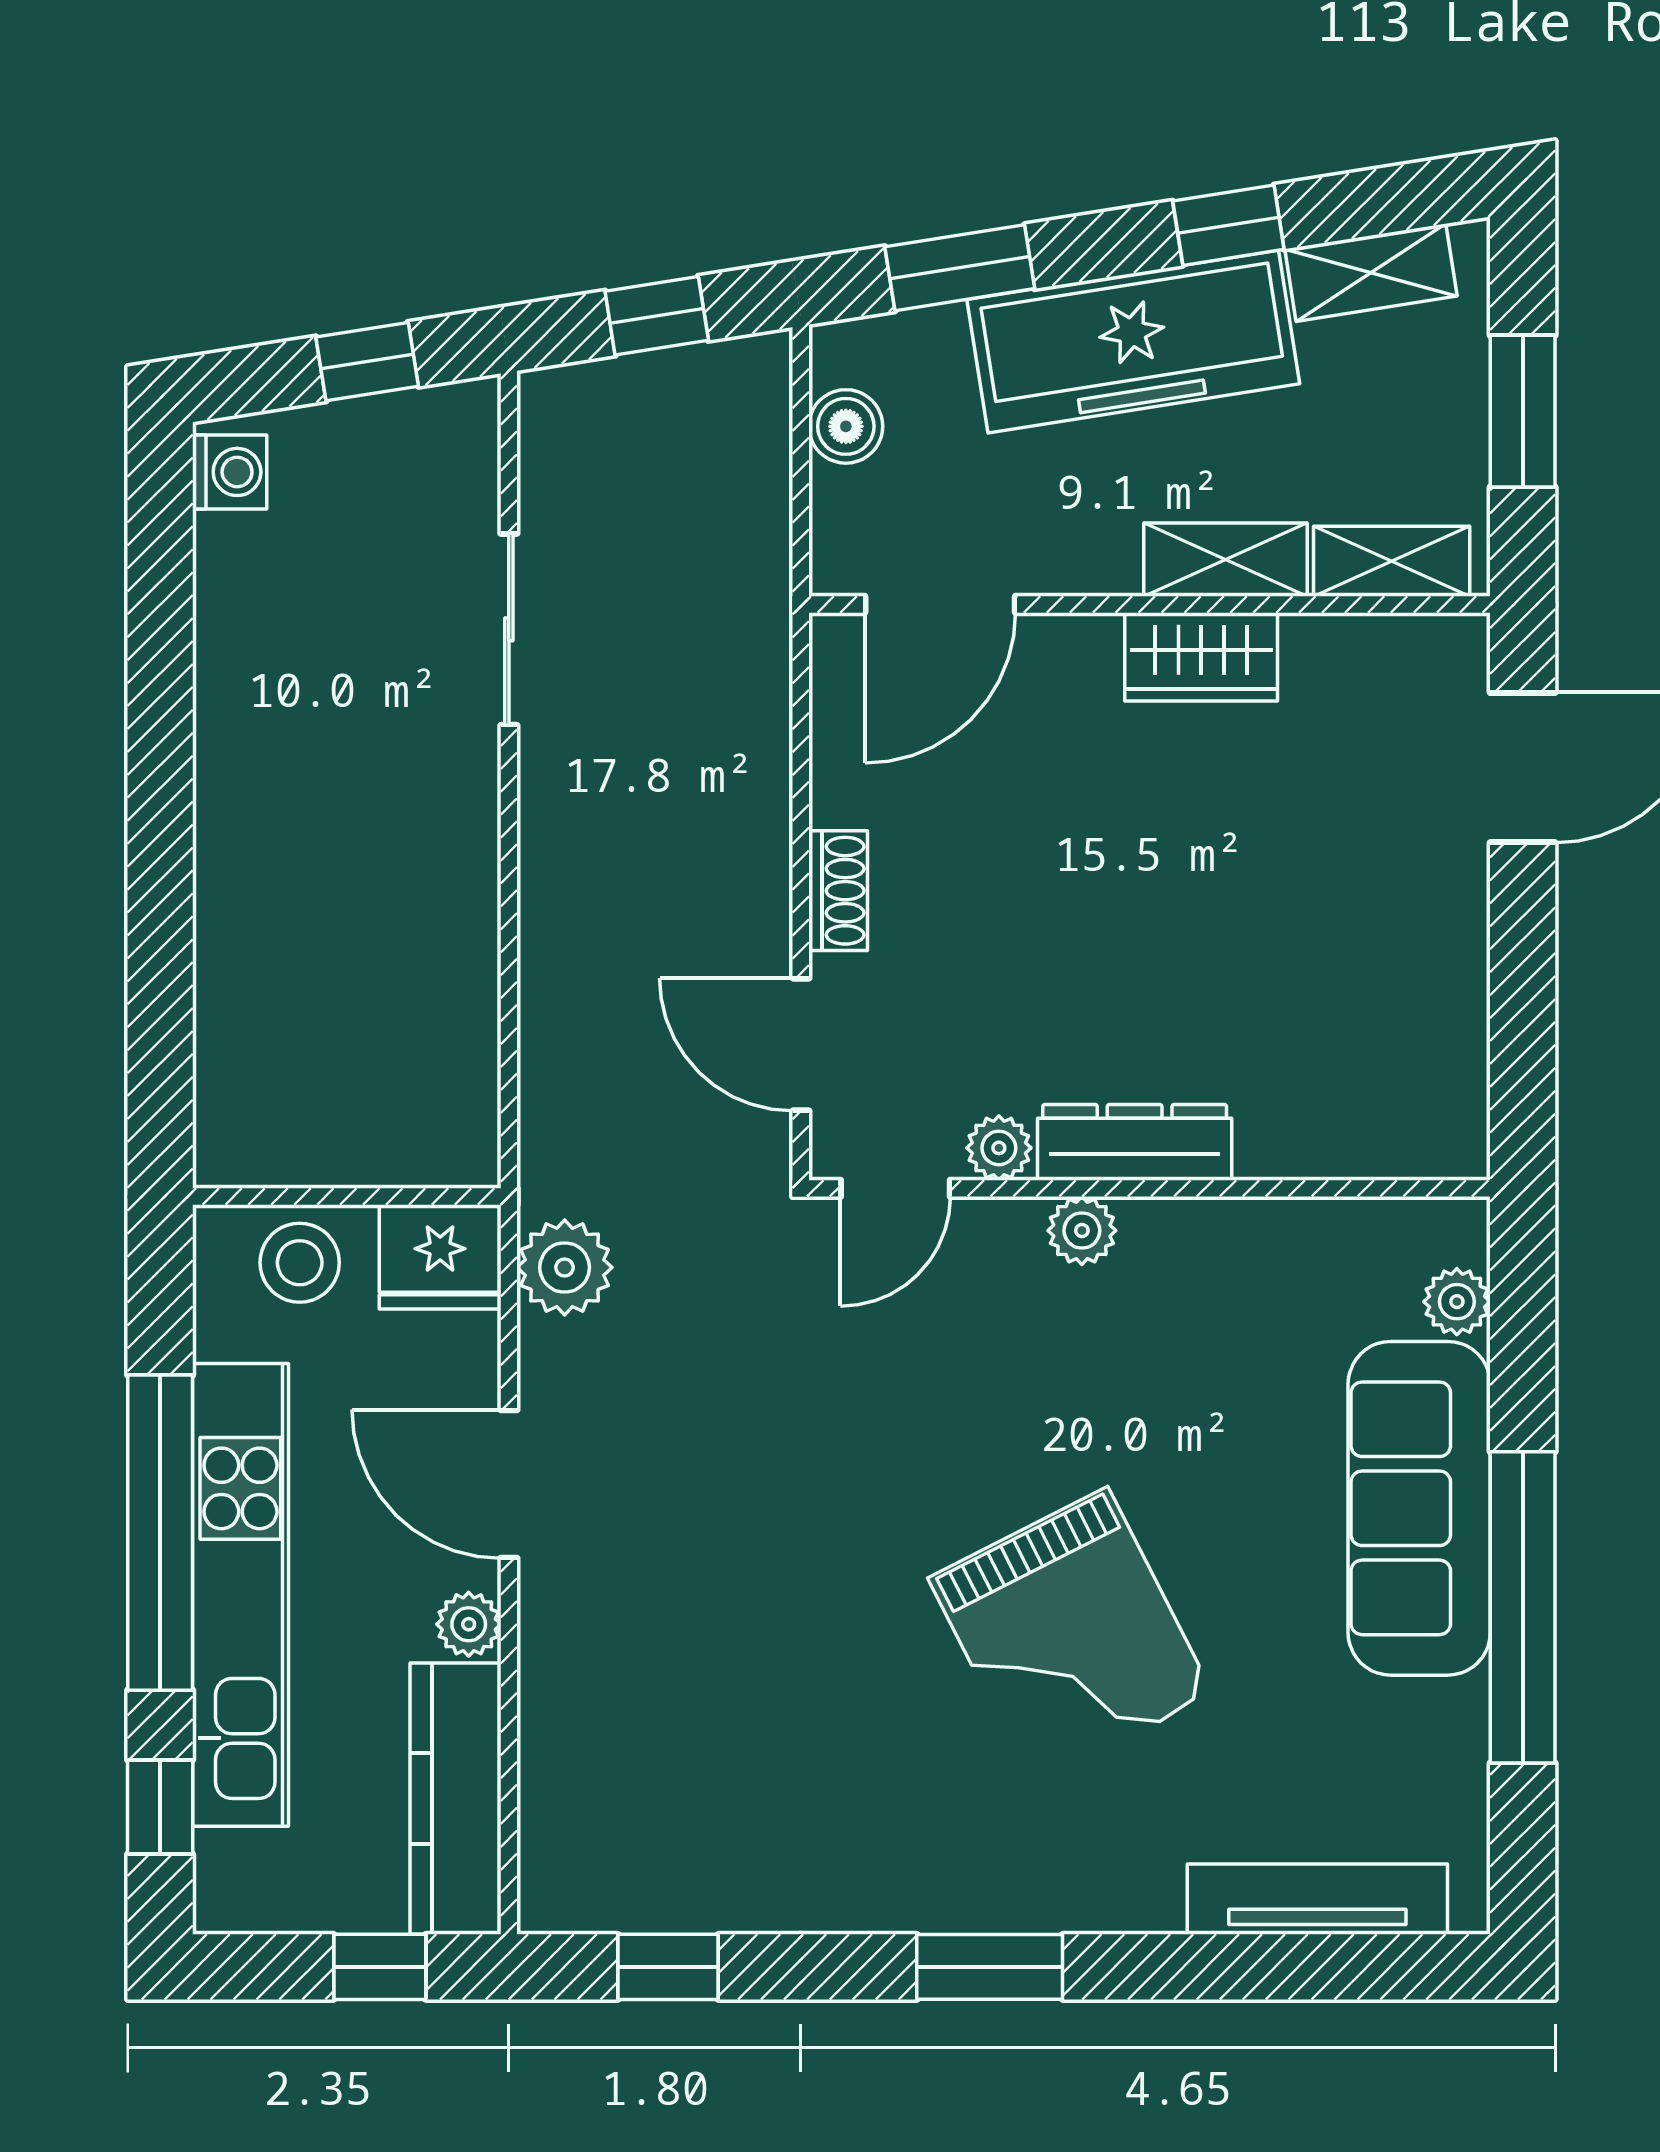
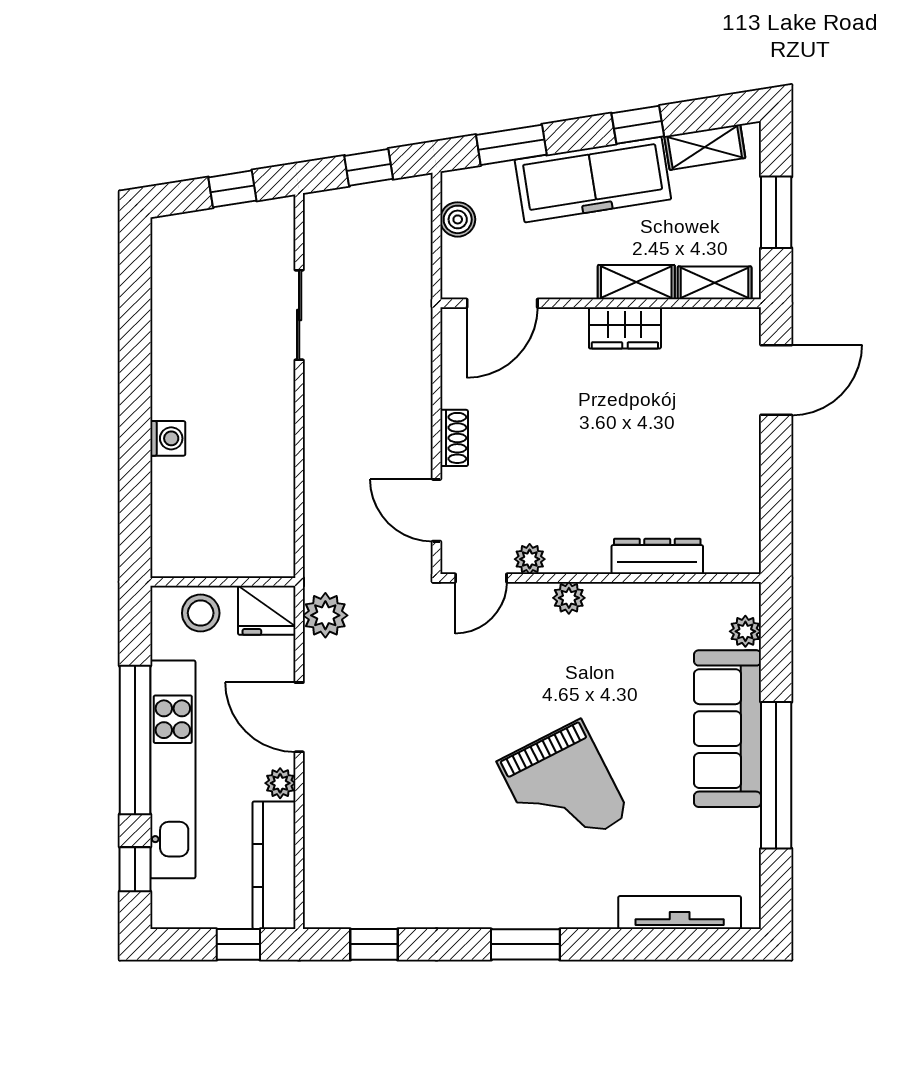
washing machine: (230, 472) -> (168, 438), moved
dresser: (1135, 1142) -> (657, 556), moved

